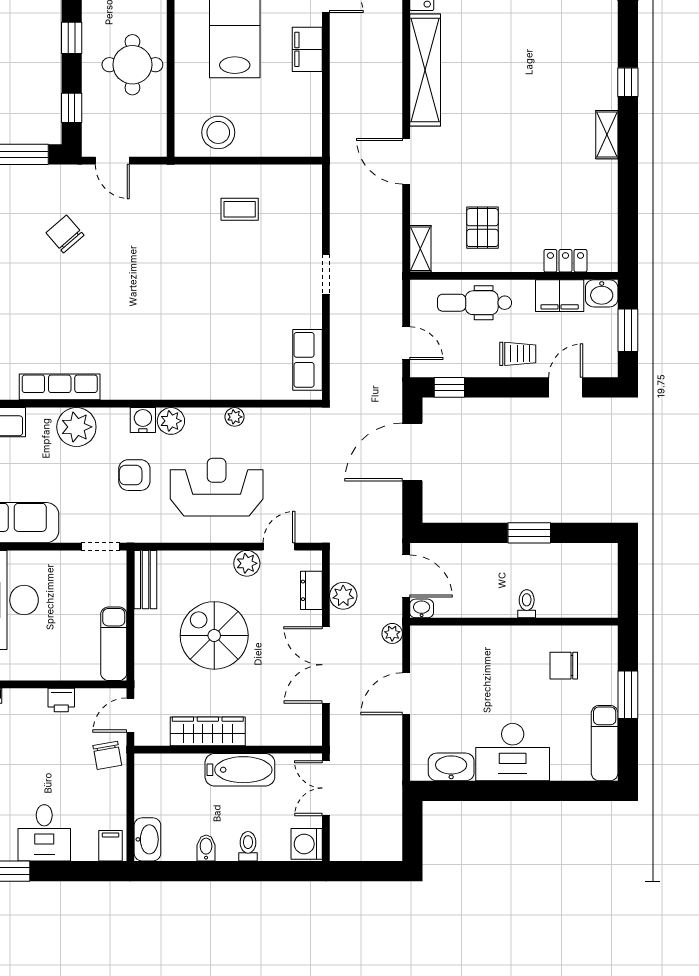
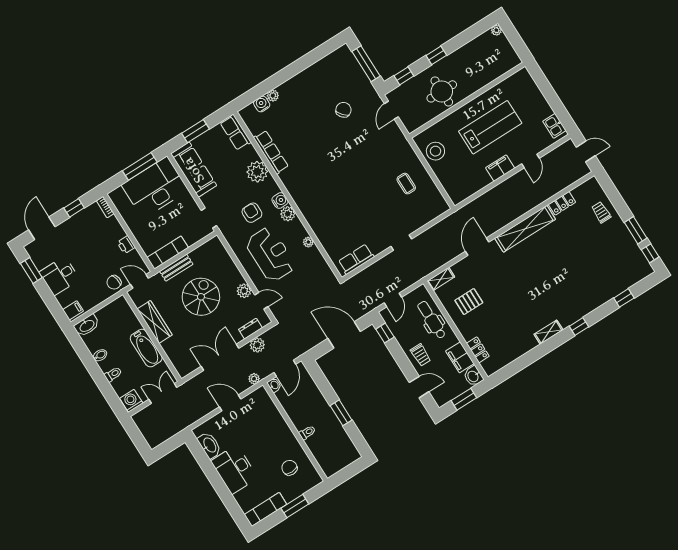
bench: (145, 580) -> (176, 268), moved

